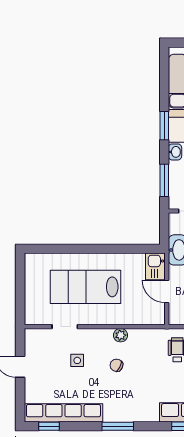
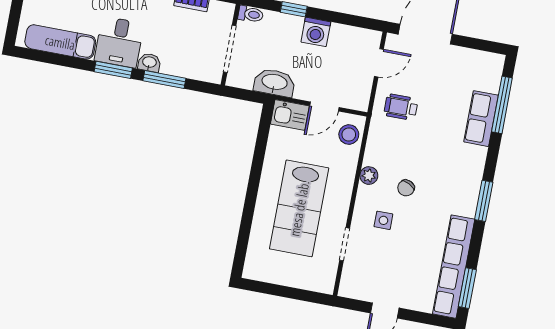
window: (164, 180) -> (164, 80), moved
stool: (149, 314) -> (349, 135), added
side table: (77, 360) -> (383, 220), moved
window: (49, 426) -> (467, 288), width x1.50

